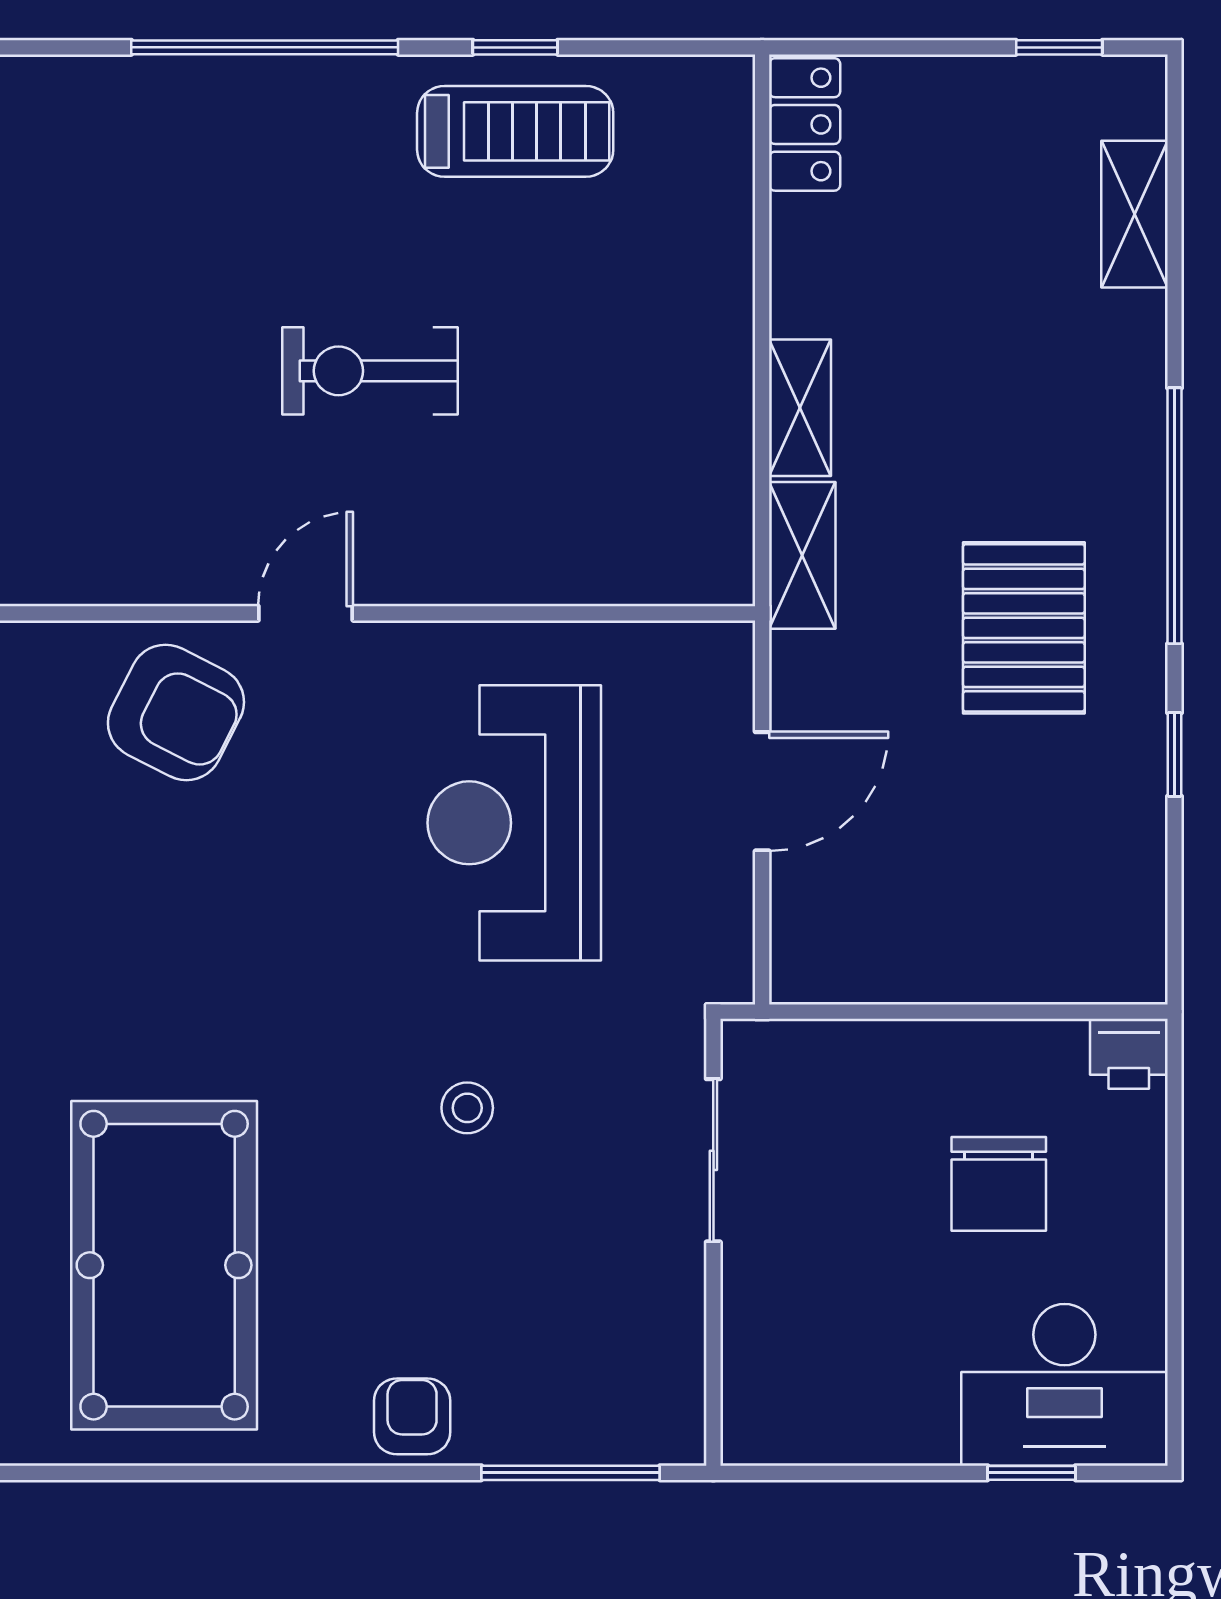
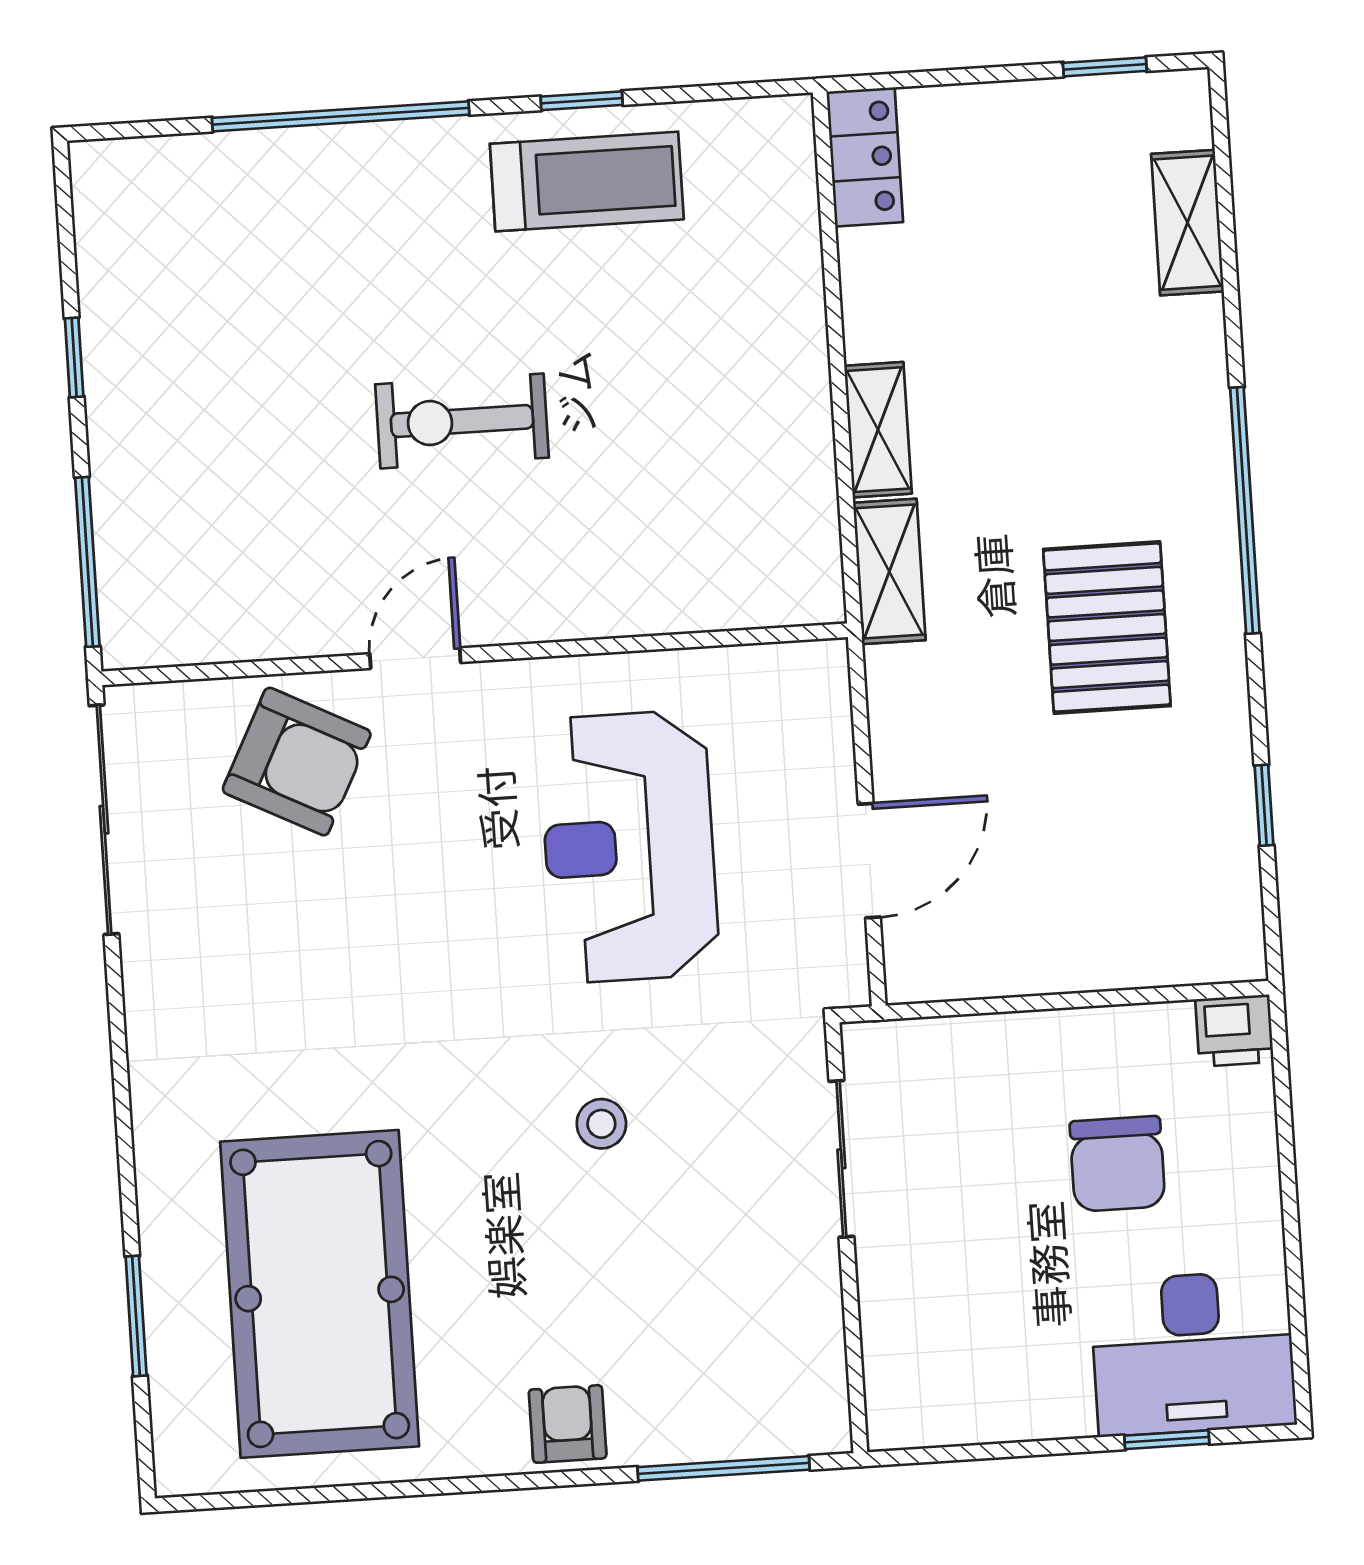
window: (1174, 754) -> (1264, 805), moved
door: (762, 791) -> (869, 861), moved

